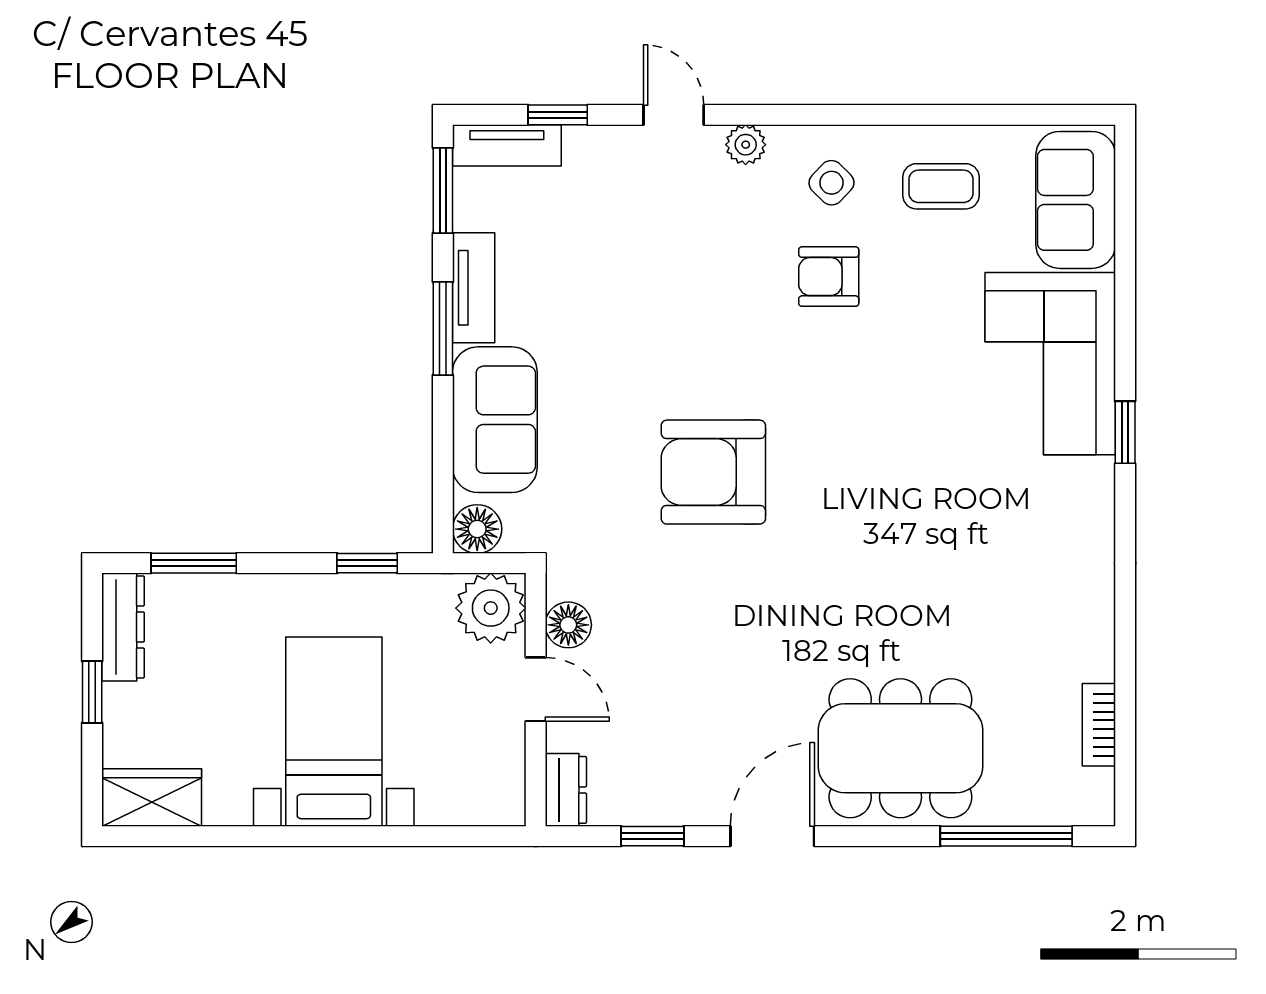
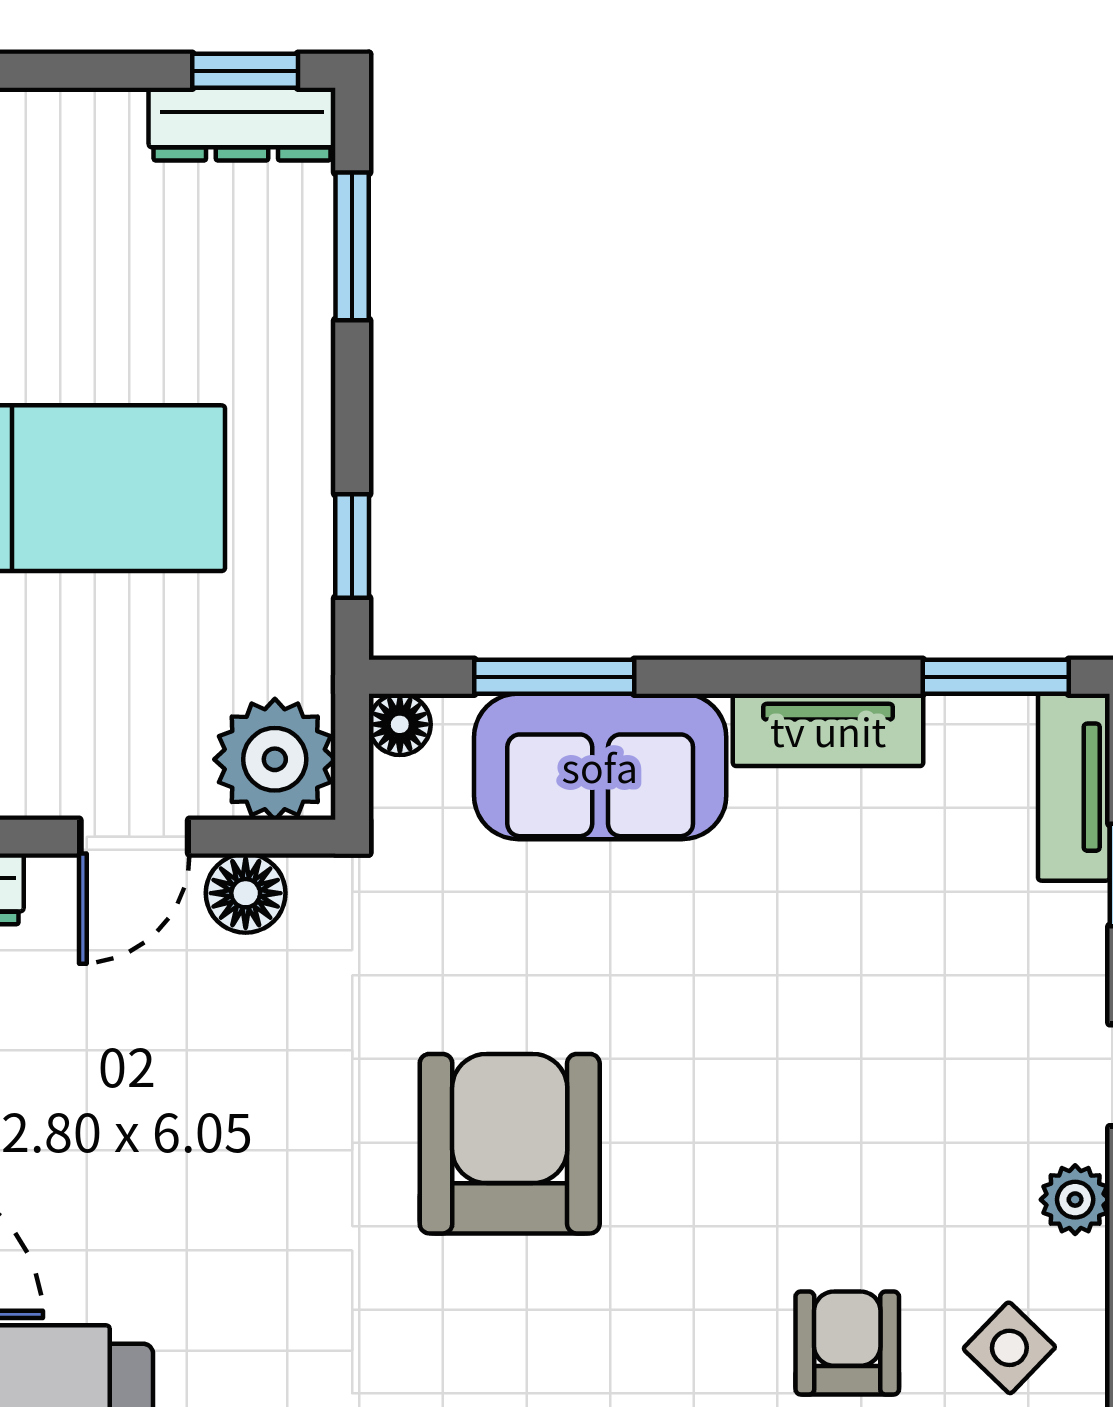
window: (443, 329) -> (554, 677), moved
floor lamp: (477, 529) -> (400, 724), width x0.73, depth x0.73
window: (92, 692) -> (245, 71), moved

